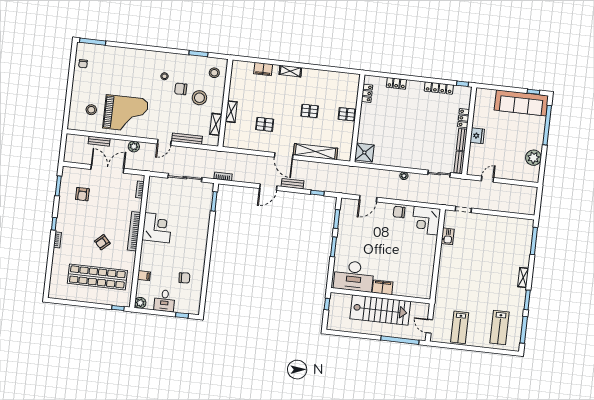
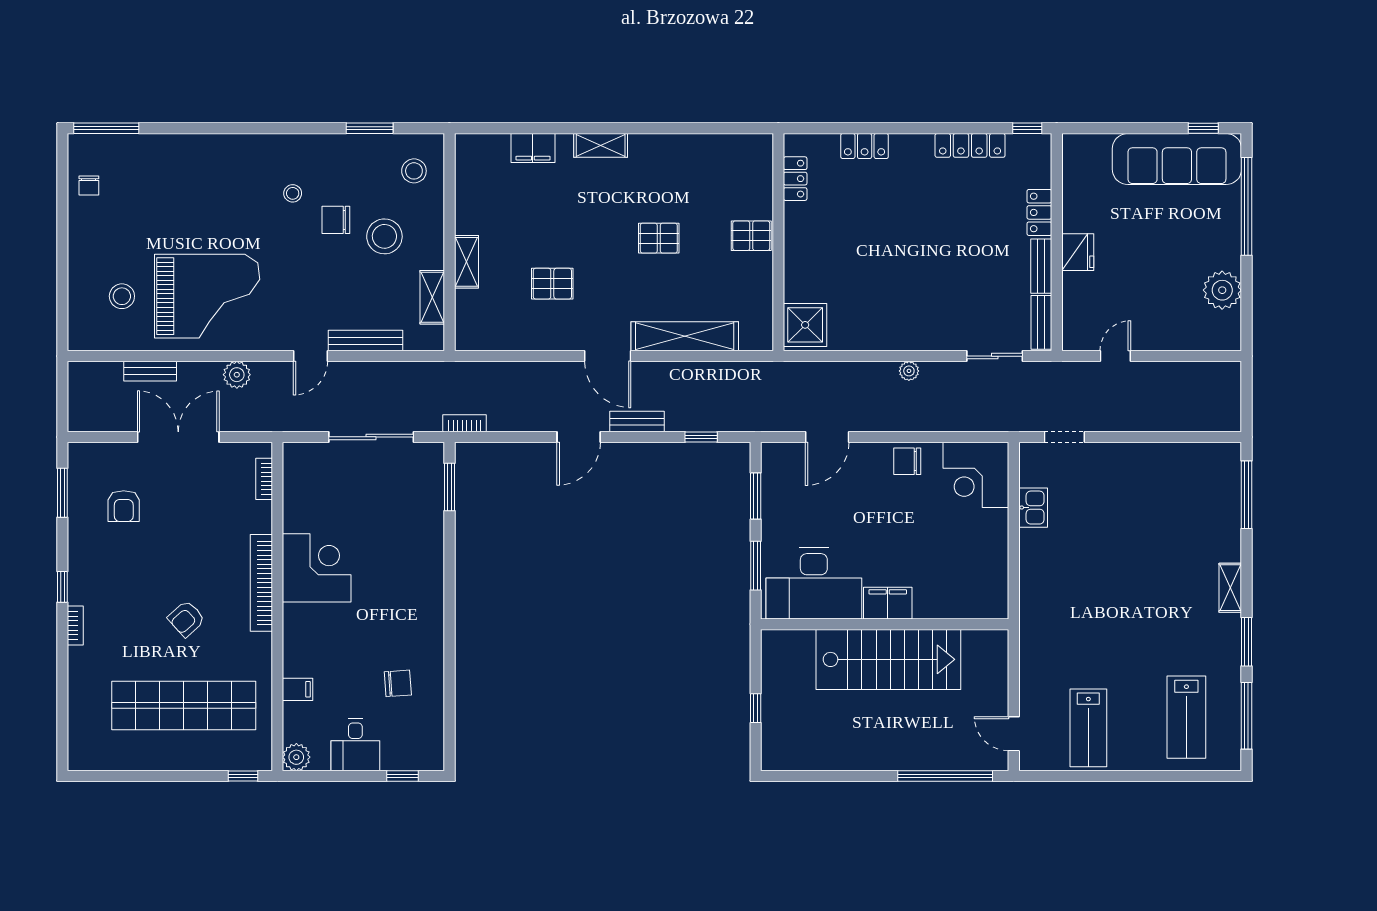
desk: (354, 276) -> (814, 583), moved
filing cabinet: (383, 287) -> (888, 603), moved
wall: (380, 296) -> (885, 624), moved
stairs: (380, 310) -> (888, 659), moved

